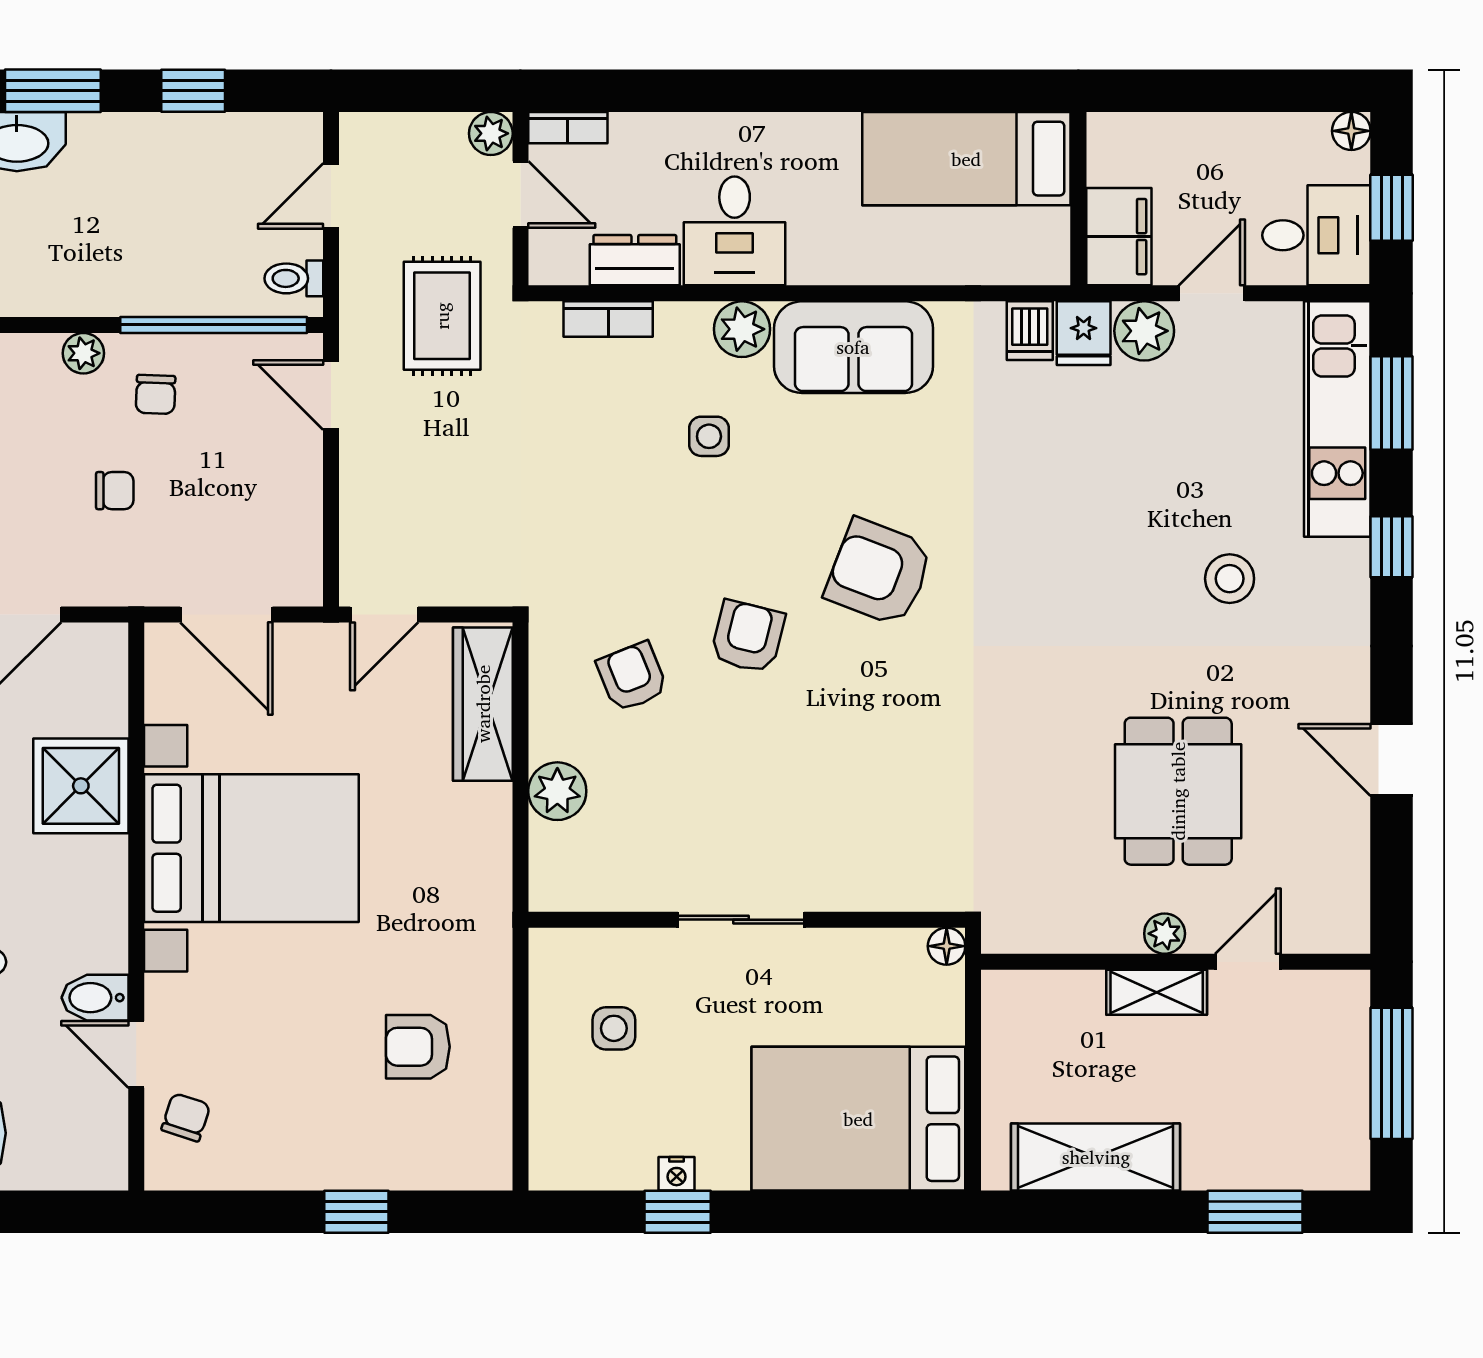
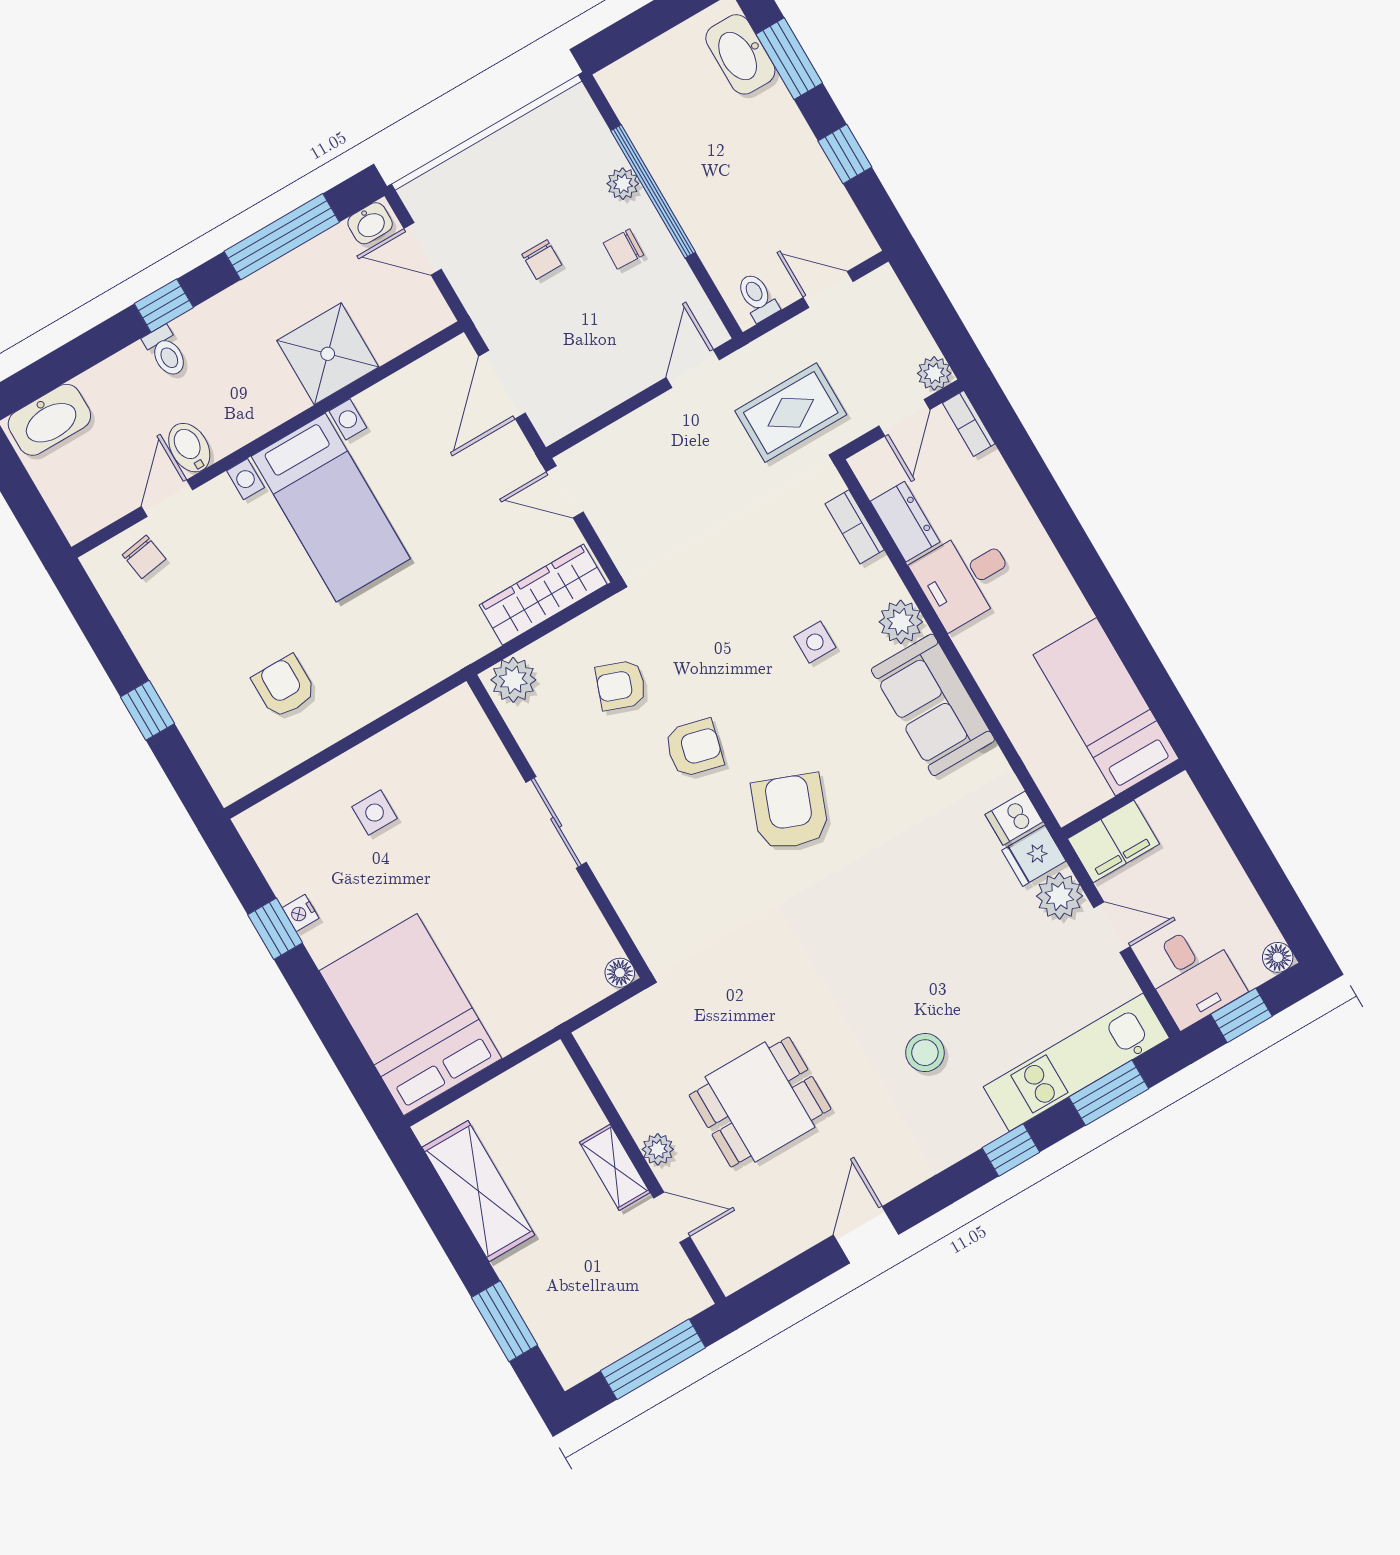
window: (214, 325) -> (653, 191), moved
armchair: (632, 677) -> (621, 685), turned -138
bed with nightstands: (251, 848) -> (331, 508), width x0.73
sliding door: (741, 920) -> (556, 822), moved
wall: (747, 920) -> (558, 826), moved
floor lamp: (947, 946) -> (620, 973), moved
chair: (186, 1117) -> (144, 557), turned 63

